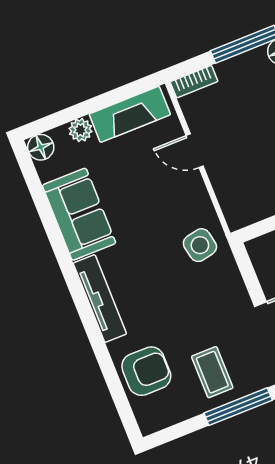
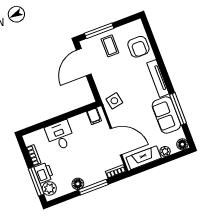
door: (195, 151) -> (116, 142), width x1.87
filing cabinet: (246, 209) -> (94, 116), added
window: (52, 229) -> (178, 109), added
armchair: (146, 371) -> (138, 47), turned -90

